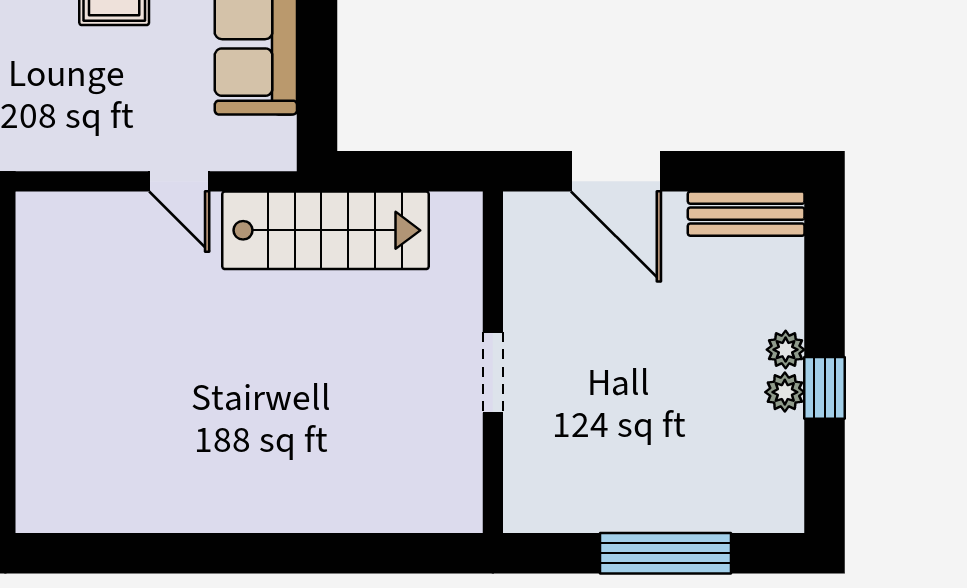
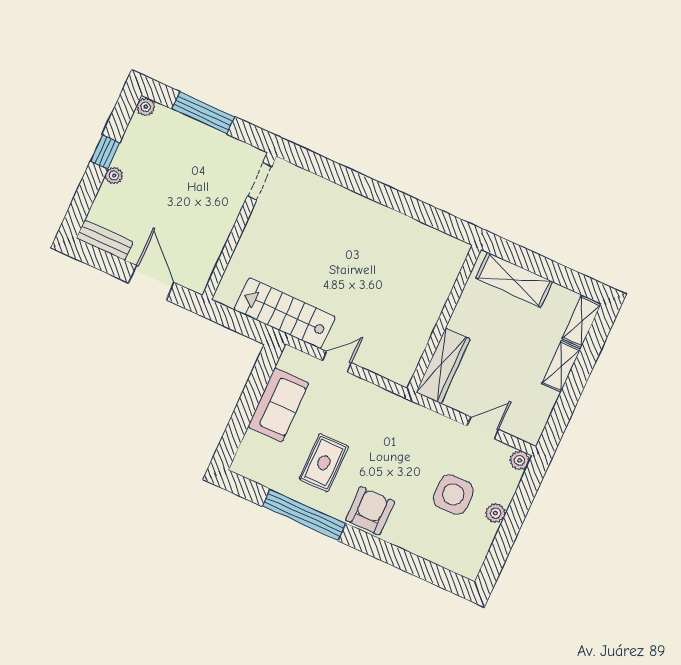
door: (179, 181) -> (337, 362), hinge flipped
doorway: (493, 372) -> (260, 181), moved
plant: (785, 392) -> (146, 107), moved

